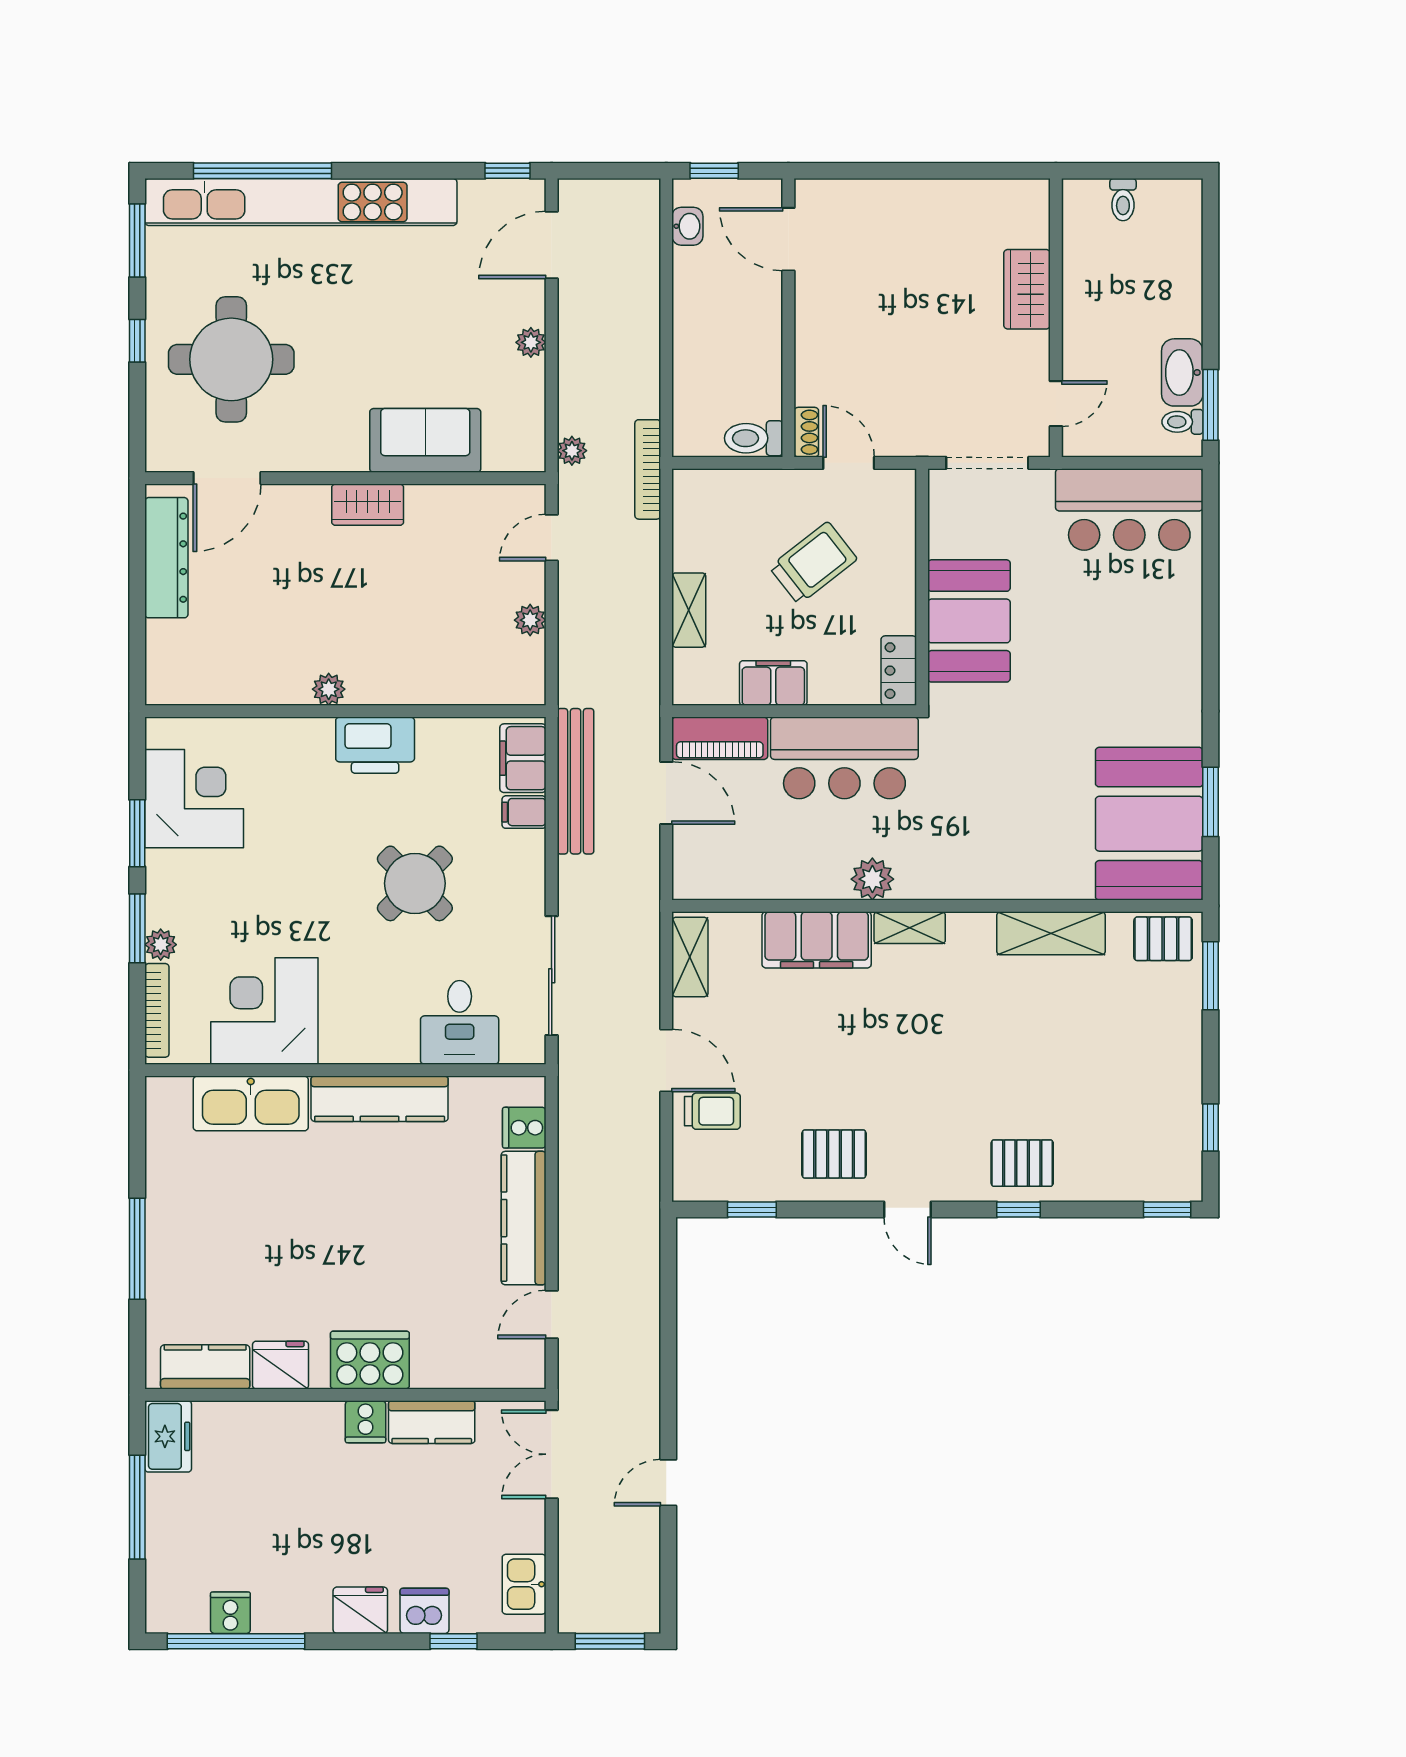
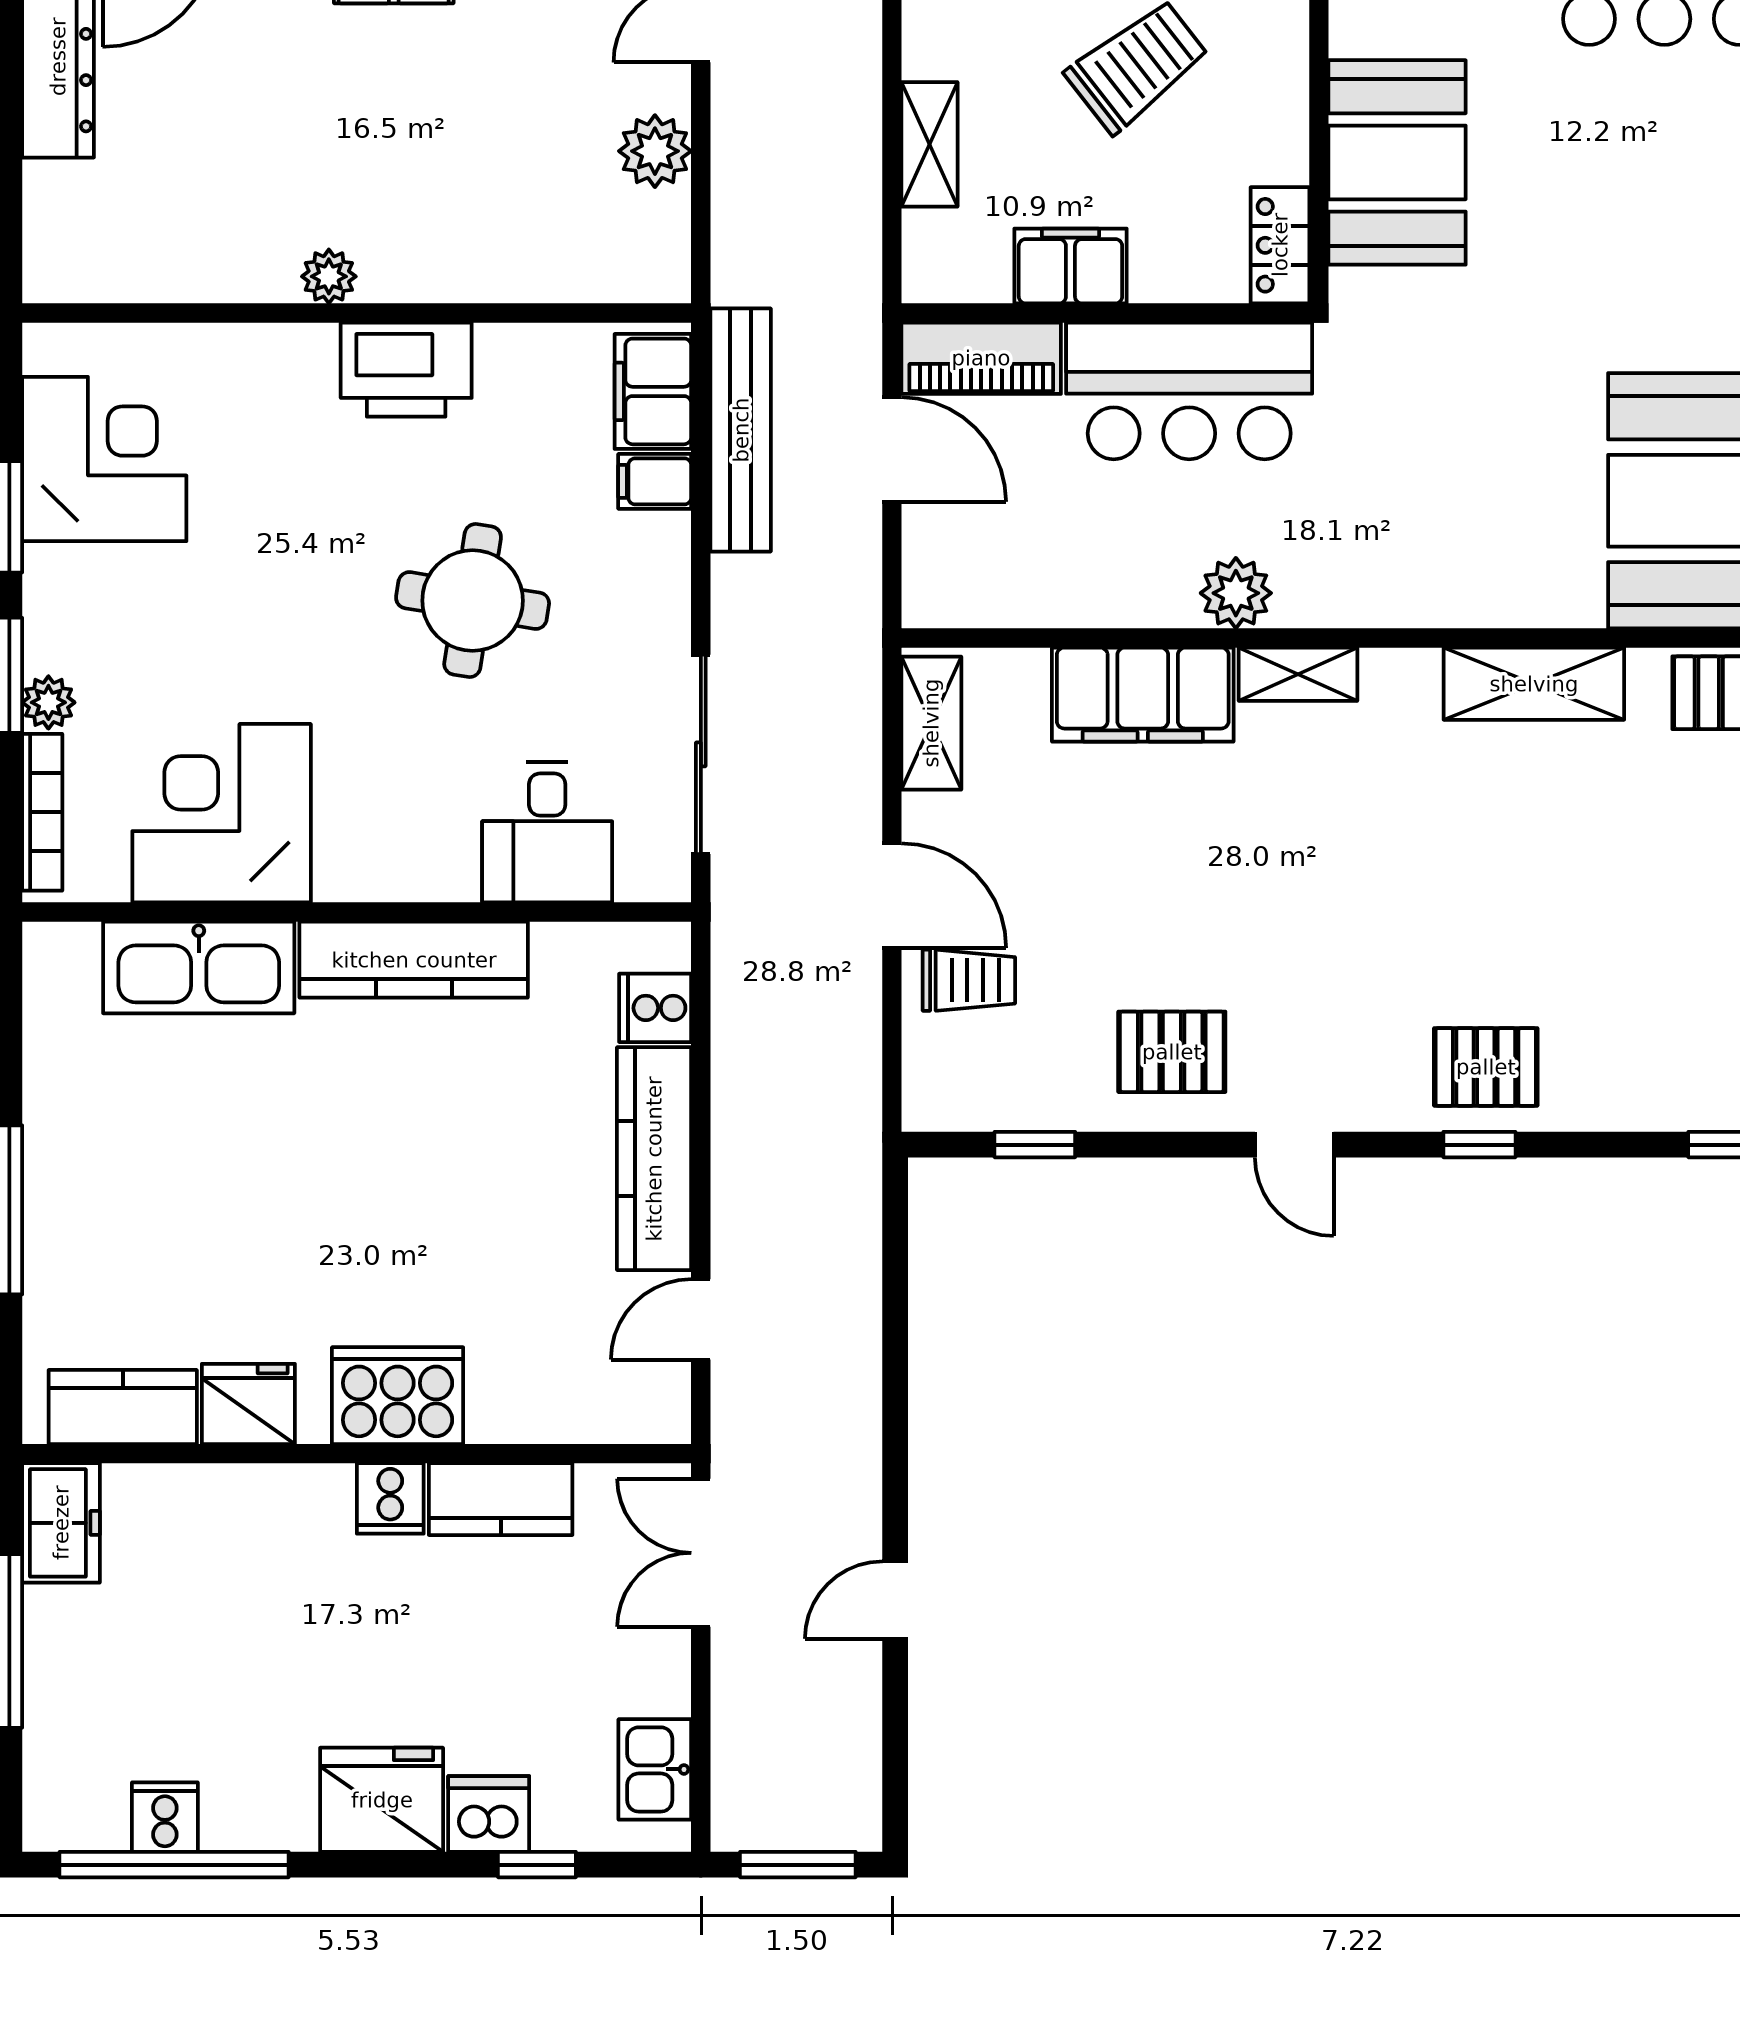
plant: (530, 620) -> (655, 151), width x1.38, depth x1.38
round table: (415, 883) -> (473, 601), turned -36
fridge: (360, 1610) -> (382, 1800), width x1.36, depth x1.34

